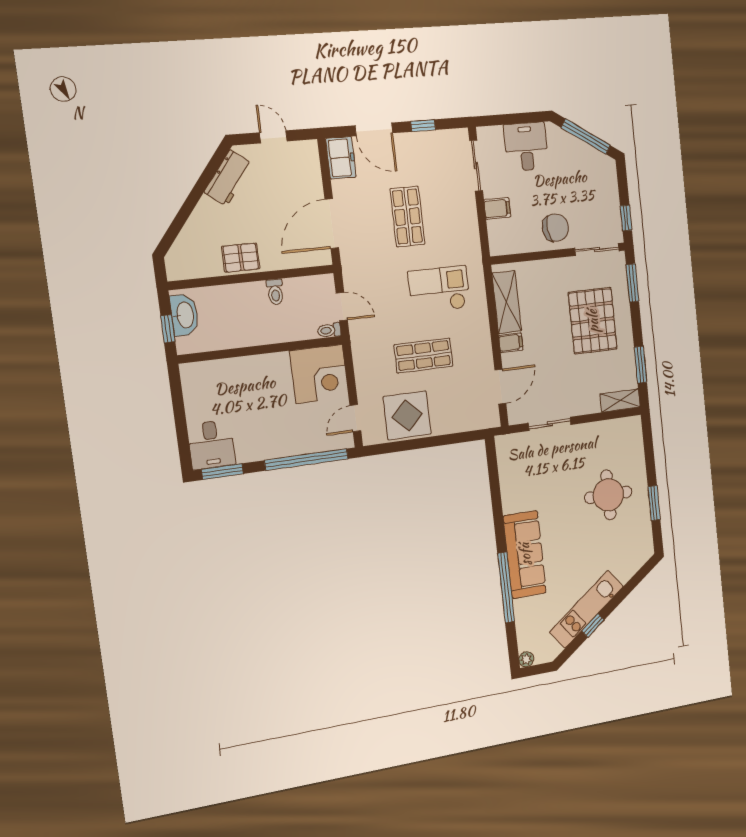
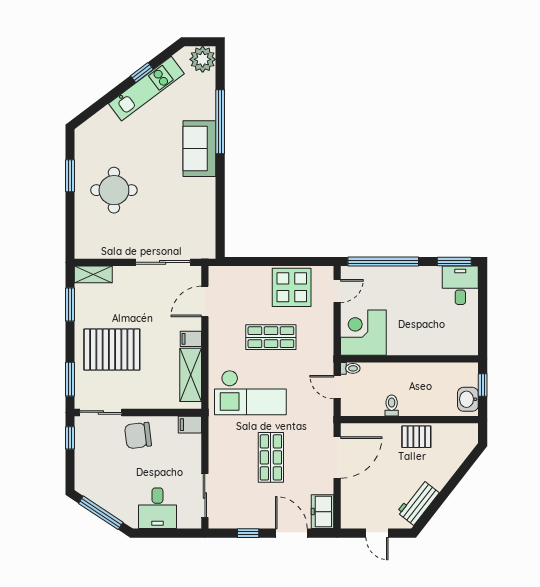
filing cabinet: (497, 208) -> (190, 425), moved
checkout: (439, 289) -> (250, 393), width x1.36, depth x1.21
washbasin: (185, 315) -> (468, 399), width x0.72
pallet: (593, 321) -> (112, 350), turned 90
sliding door: (550, 424) -> (163, 262), width x1.37
sofa: (525, 554) -> (199, 149), width x0.73
plant: (526, 659) -> (203, 59), width x1.88, depth x1.88

